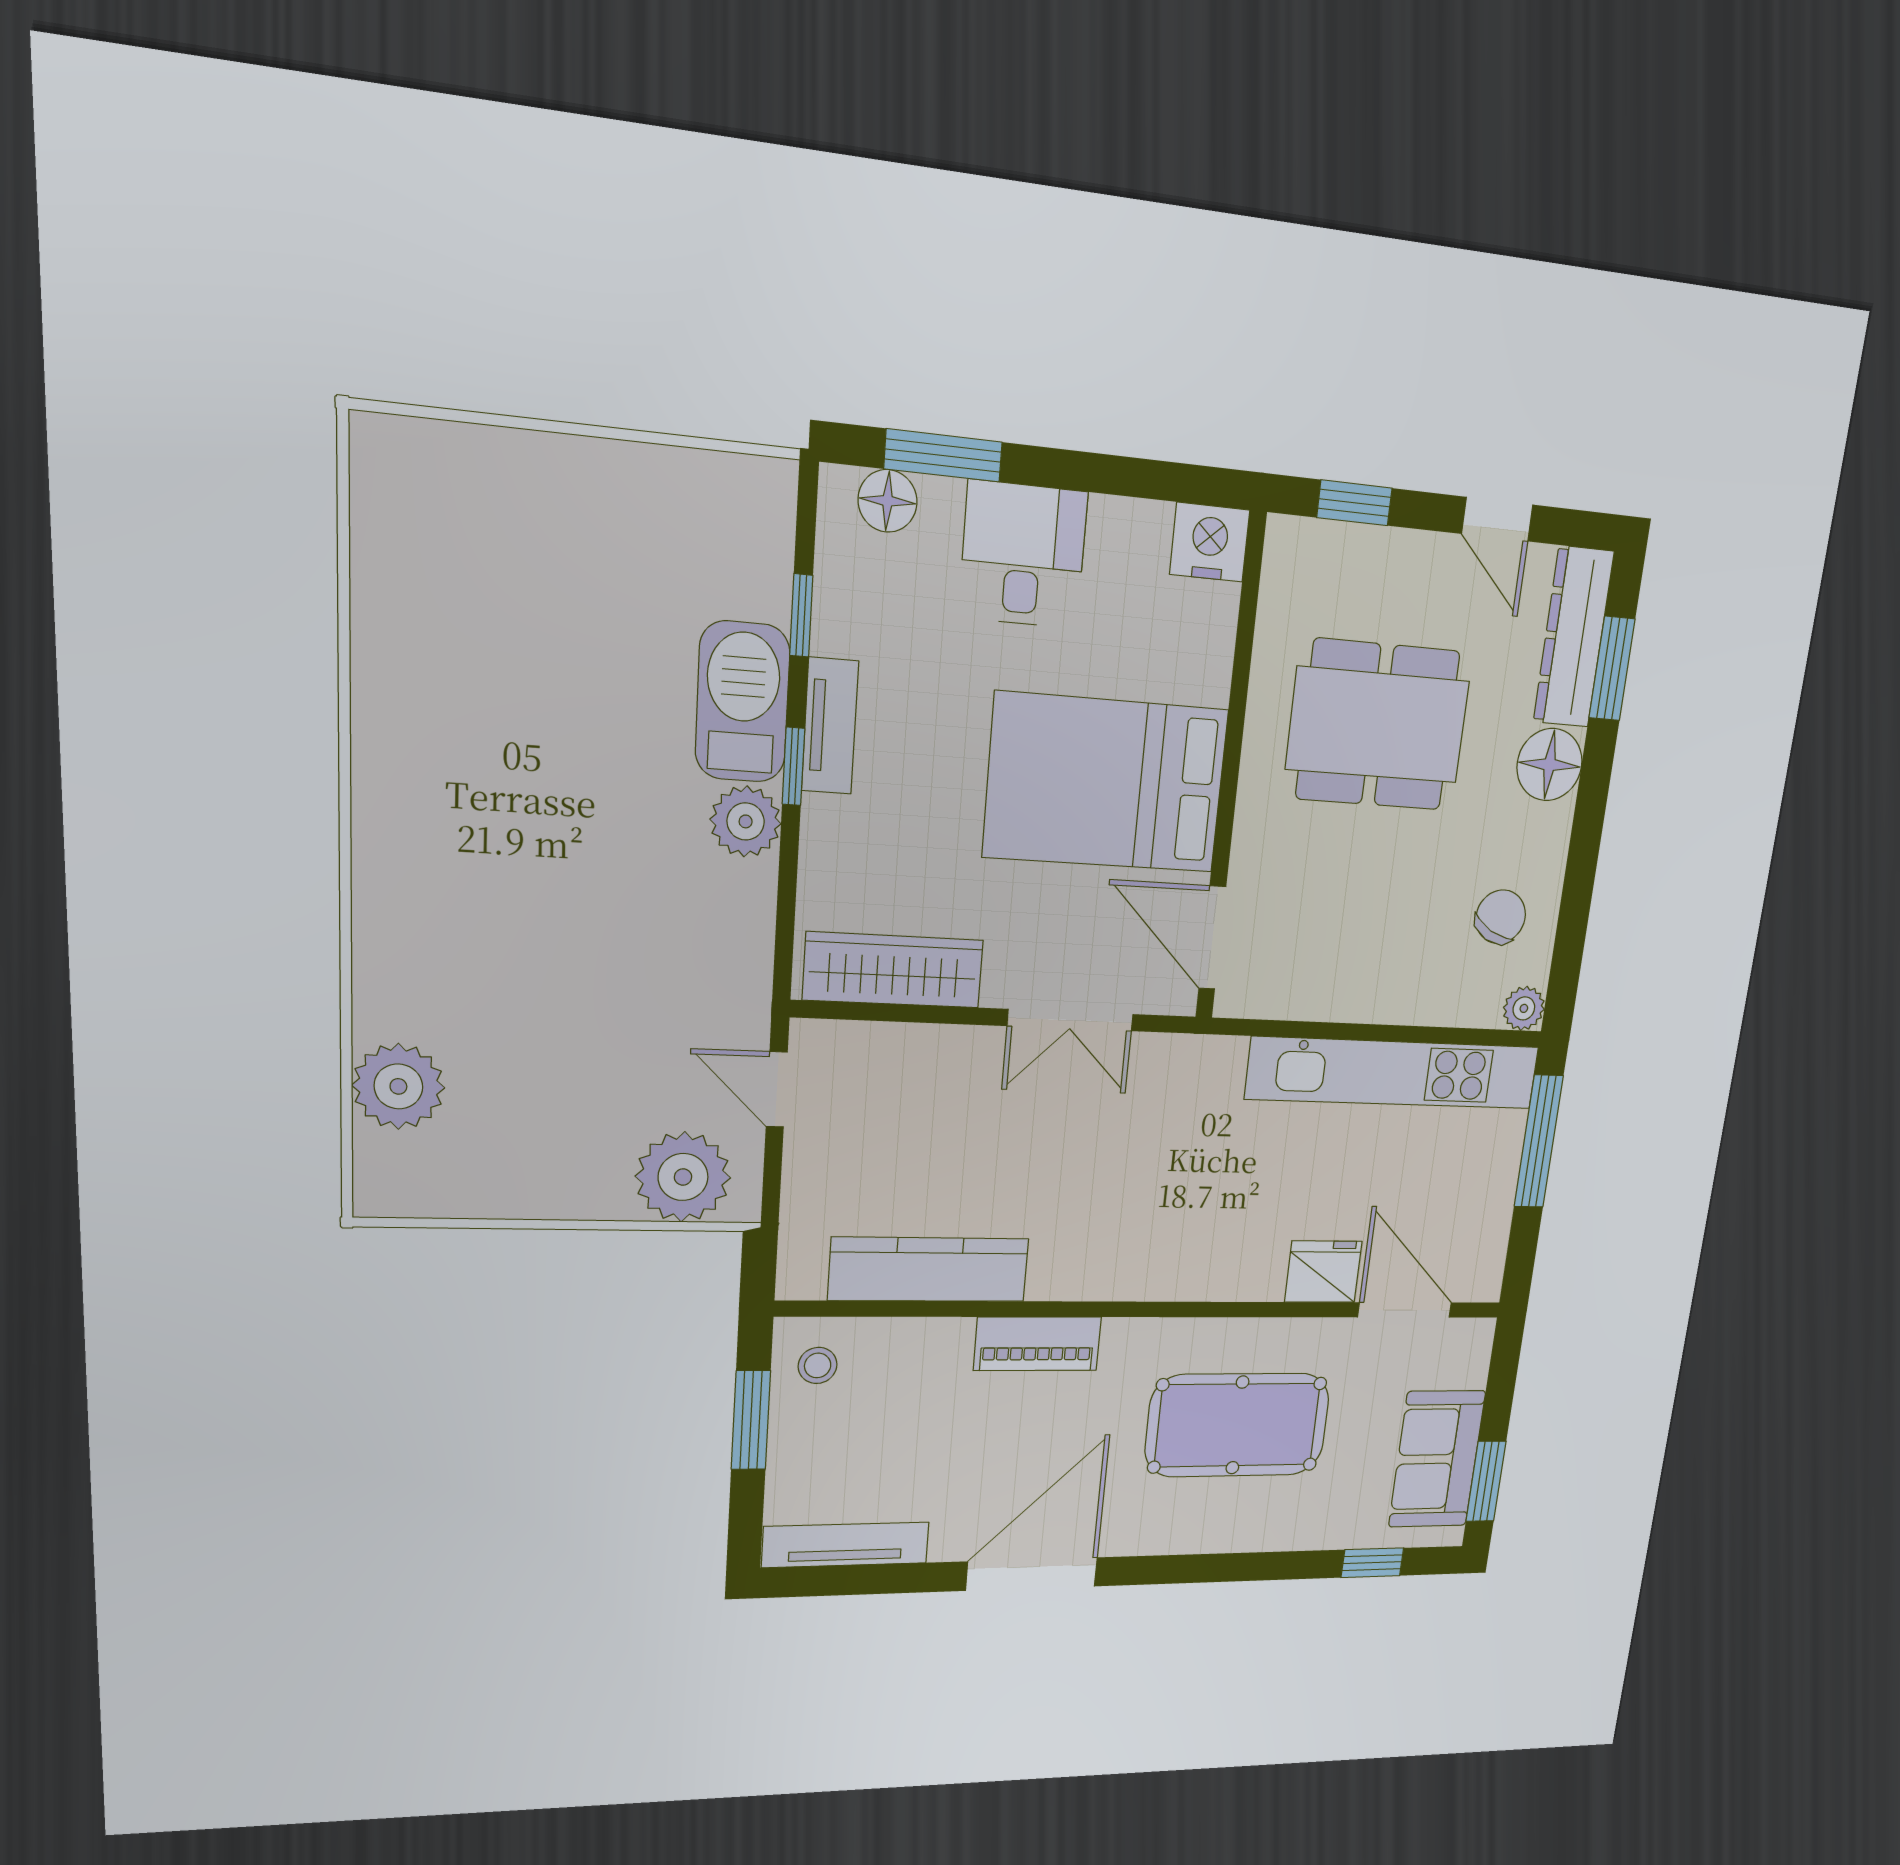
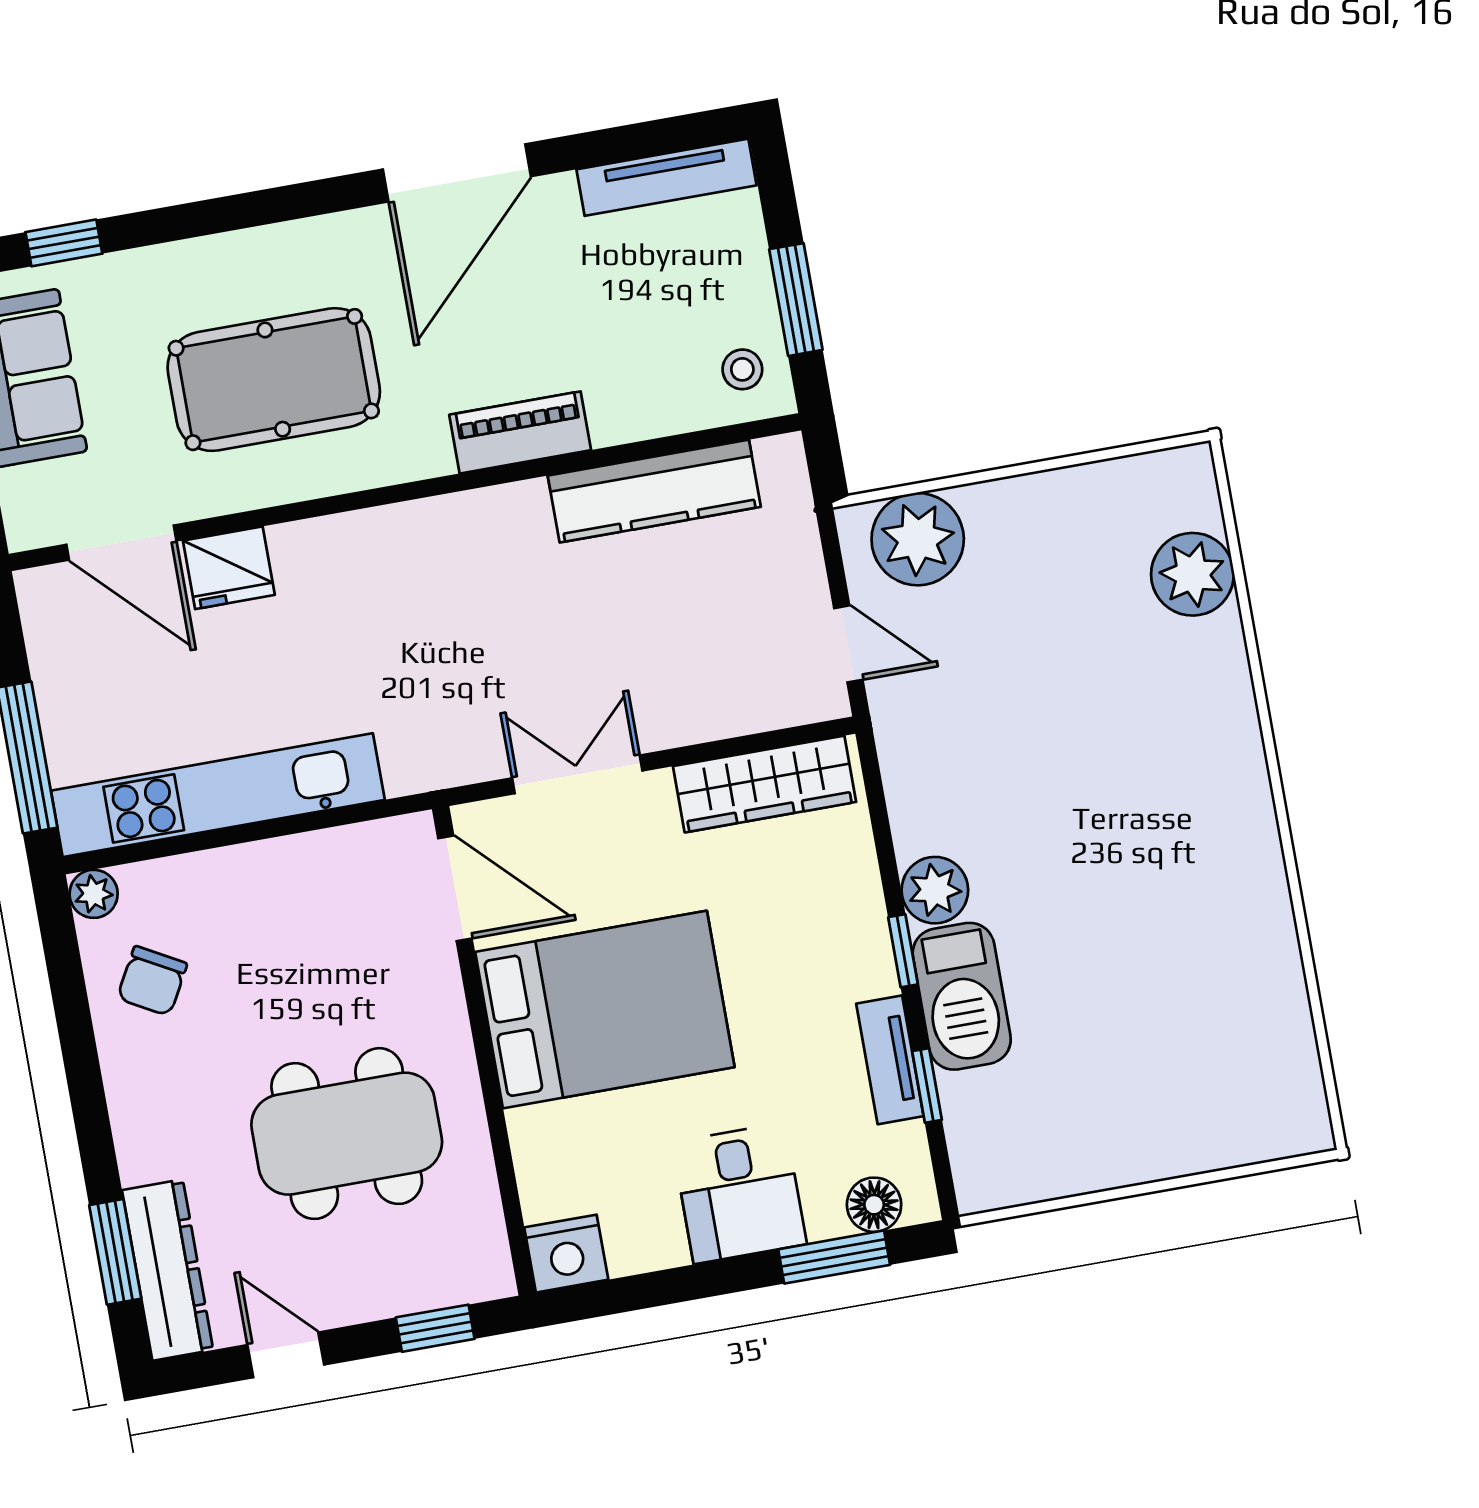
tv unit: (830, 726) -> (890, 1060), moved
floor lamp: (1549, 765) -> (151, 1143), removed

